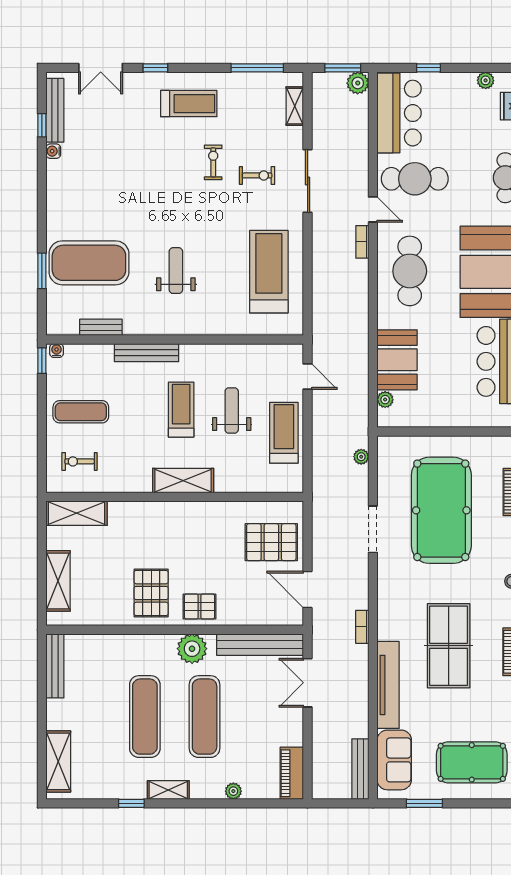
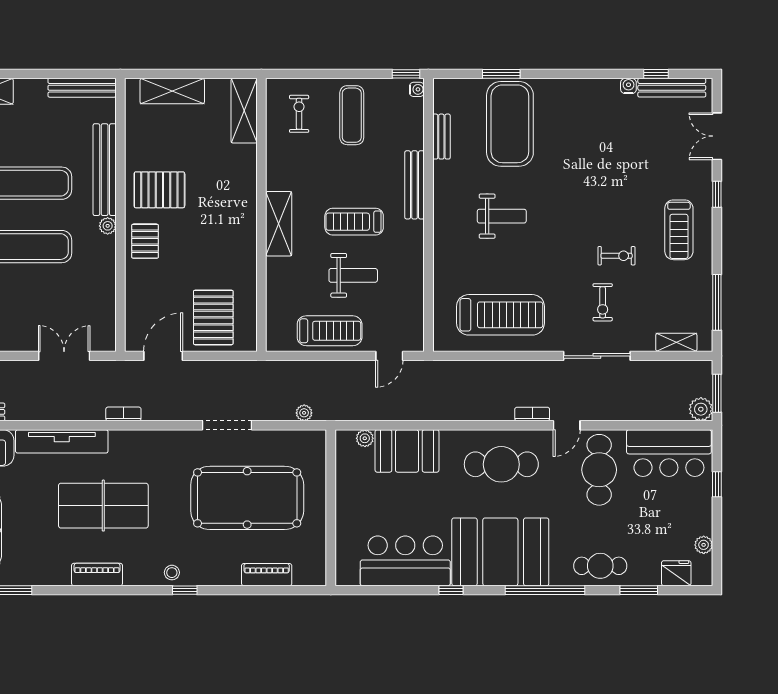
treadmill: (181, 410) -> (354, 222), turned 180
bench: (260, 645) -> (105, 170), moved
plant: (192, 649) -> (108, 226), width x0.53, depth x0.53

